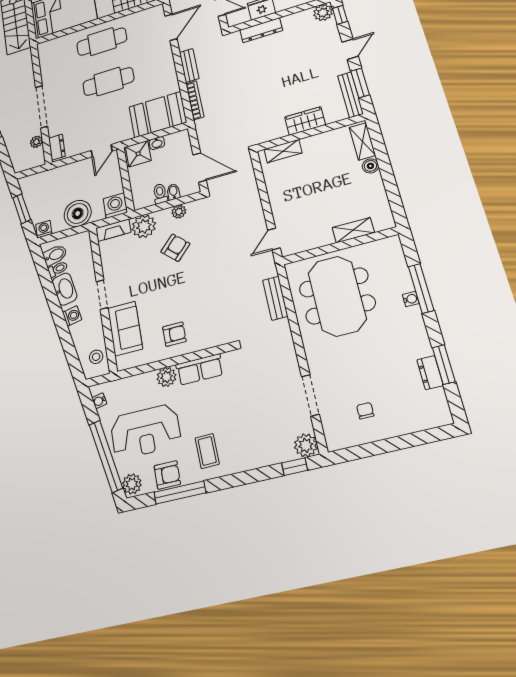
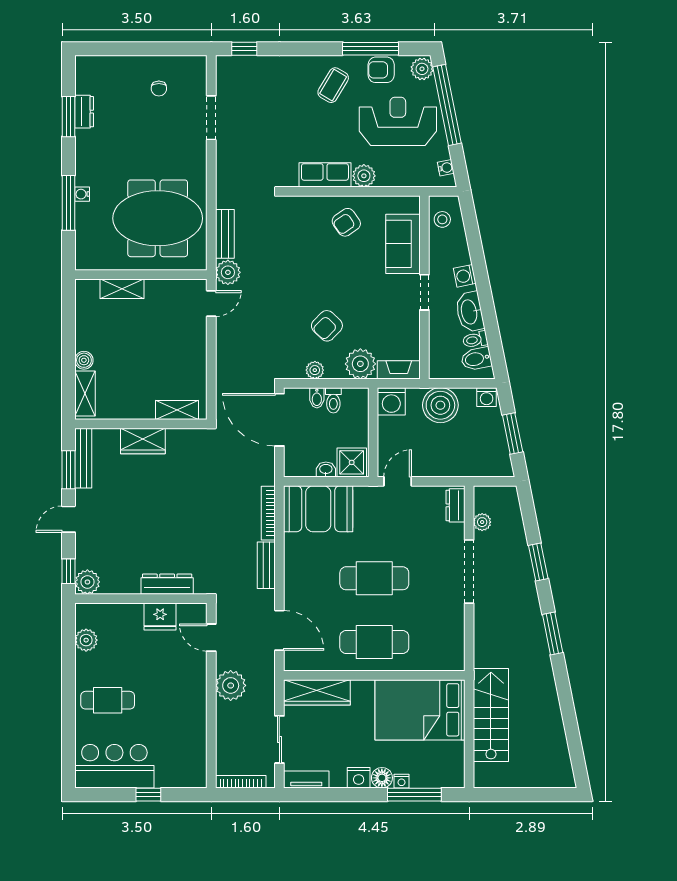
door: (171, 27) -> (279, 630), swing flipped
door: (200, 168) -> (279, 420), width x1.36
meeting table: (337, 296) -> (158, 218), turned 90
armchair: (174, 334) -> (346, 222), turned -35
plant: (306, 445) -> (228, 272), moved
coffee table: (207, 451) -> (333, 85), turned 32

